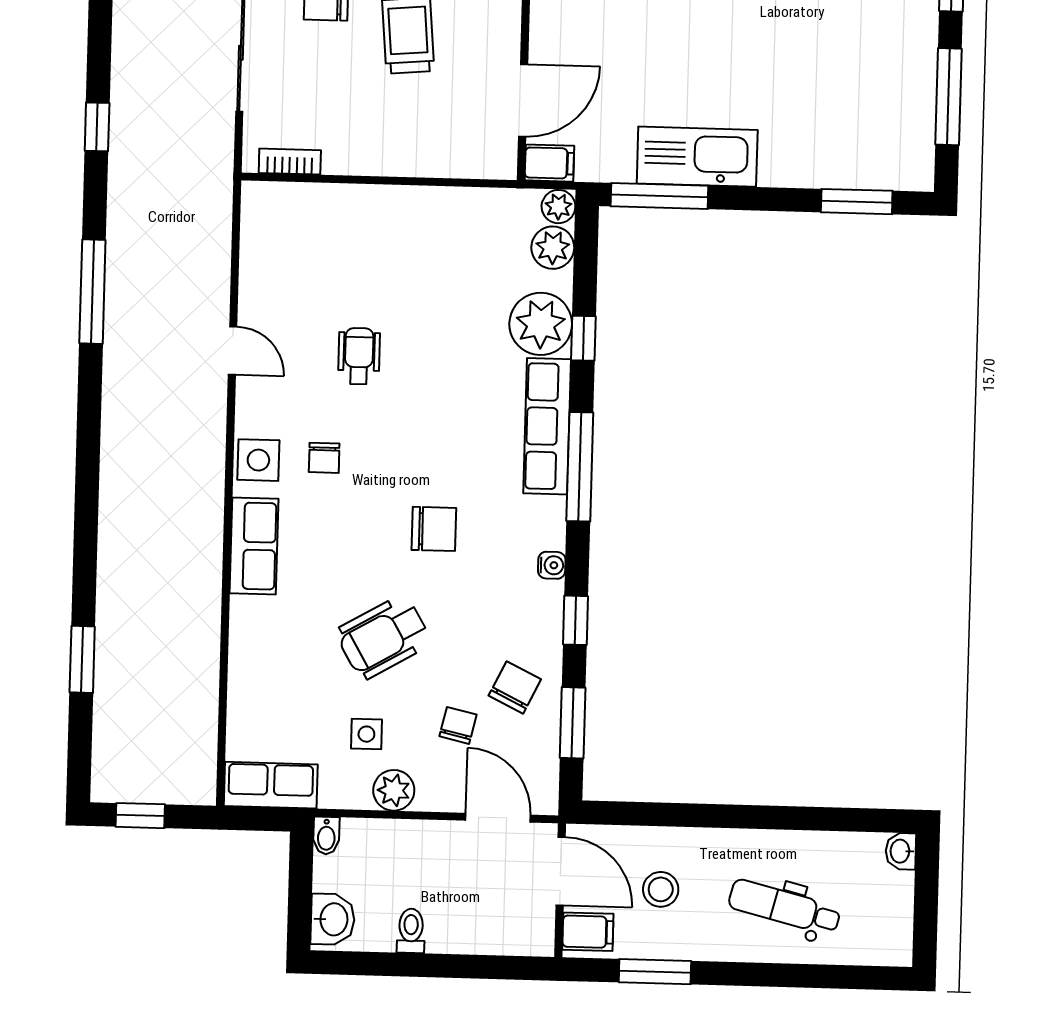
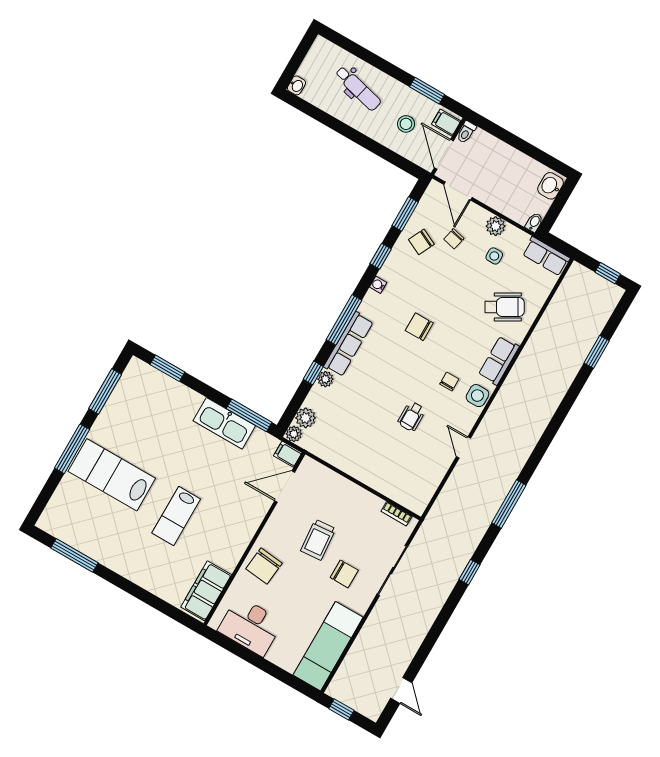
plant: (541, 324) -> (325, 379), width x0.53, depth x0.53
wheelchair: (383, 637) -> (504, 307), moved
toilet: (411, 931) -> (466, 132), moved

